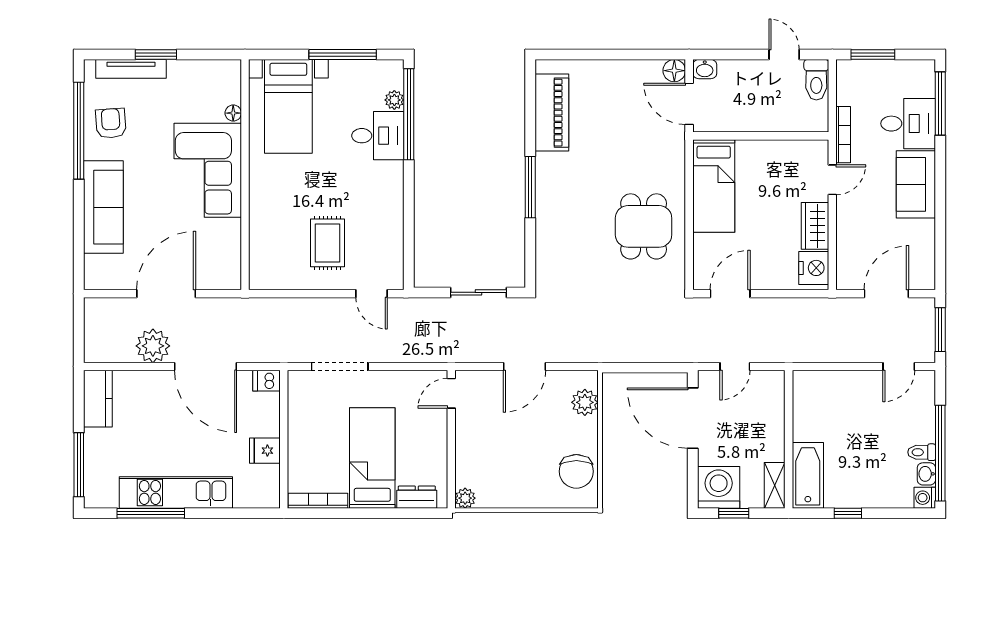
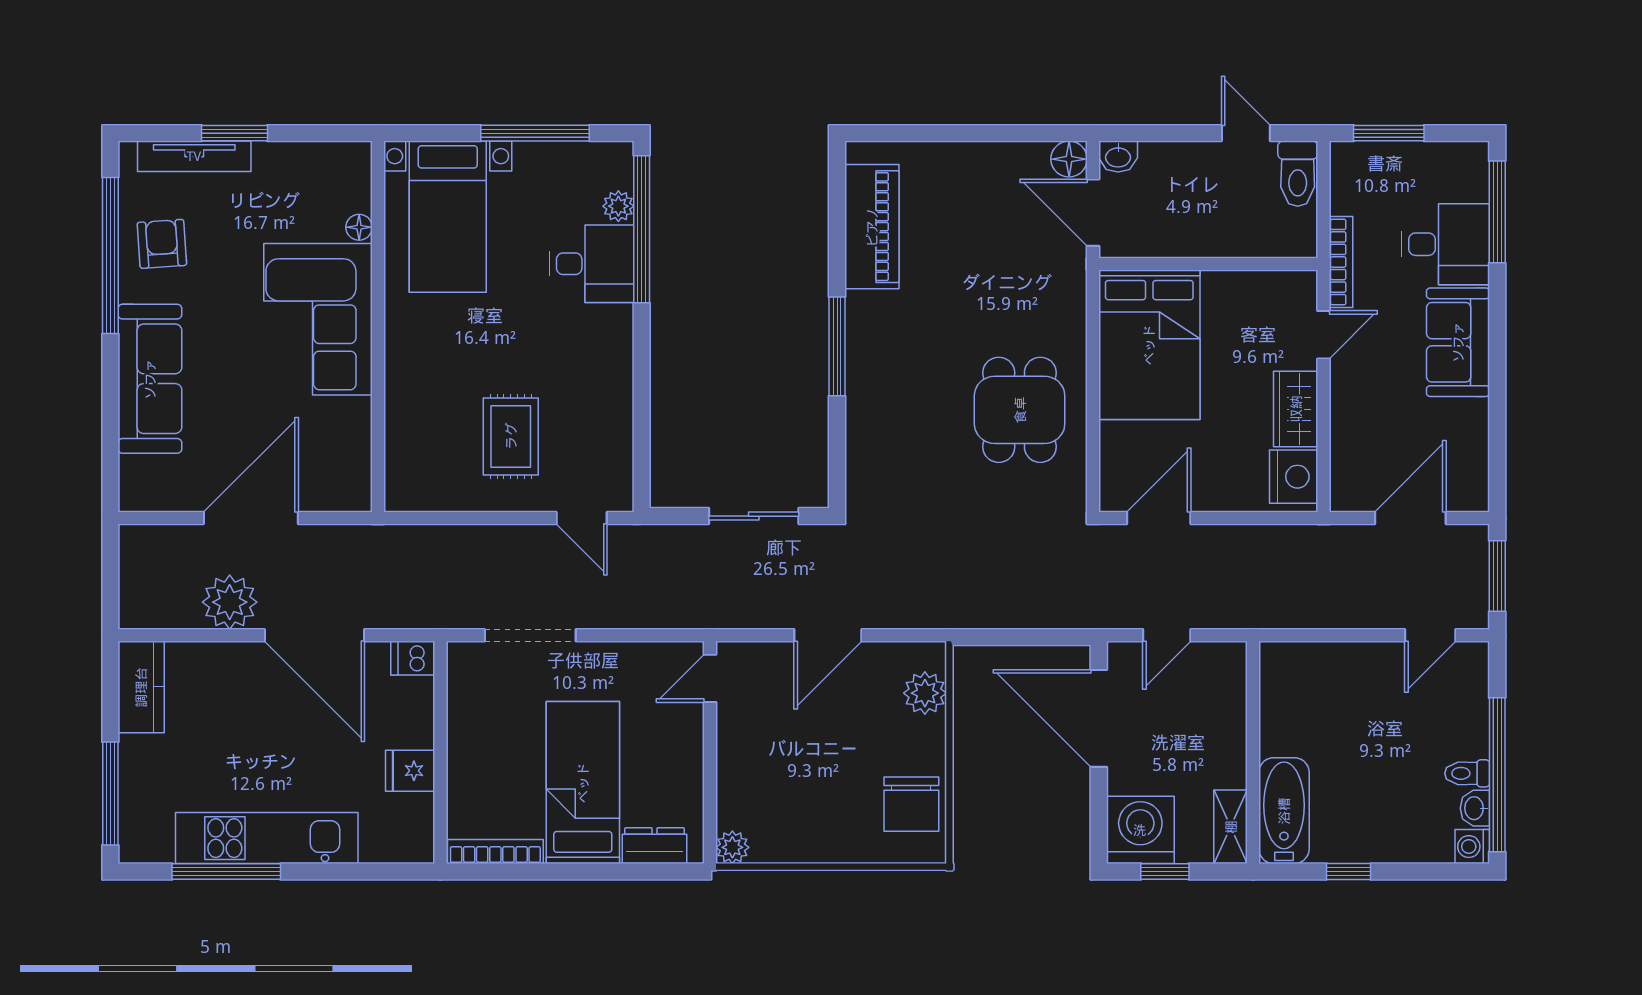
bed: (714, 186) -> (1149, 345), width x1.50

